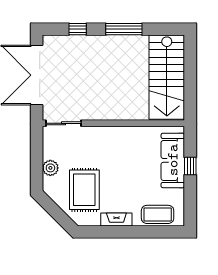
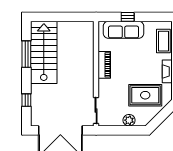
window: (124, 29) -> (26, 54), moved
stairs: (167, 77) -> (44, 52), moved, turned -90
piano: (125, 134) -> (104, 65), added

